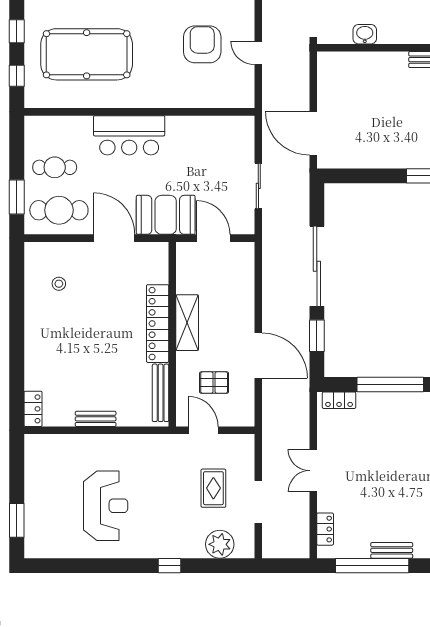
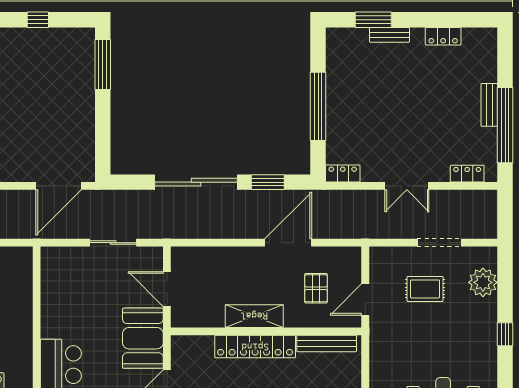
door: (213, 238) -> (167, 289), hinge flipped
locker: (339, 400) -> (343, 174), moved, turned -90

